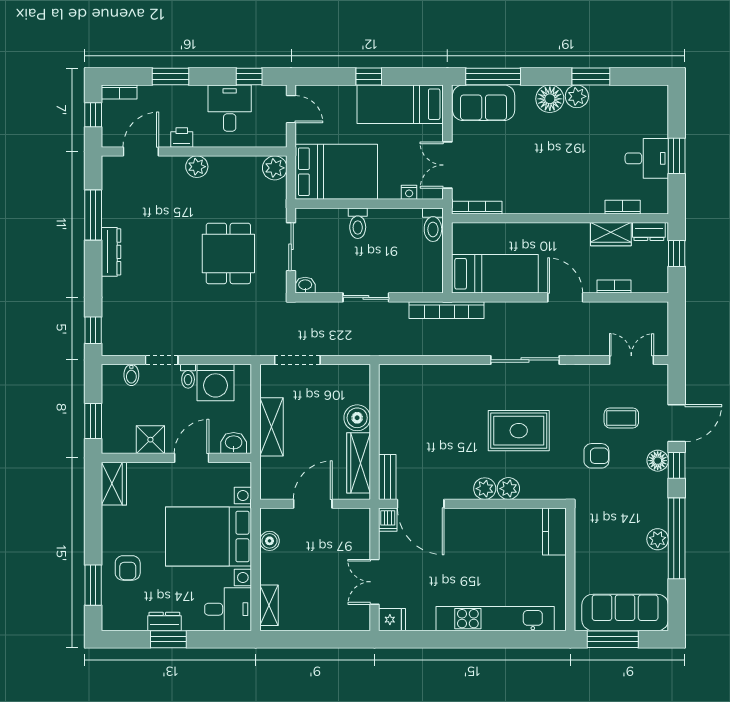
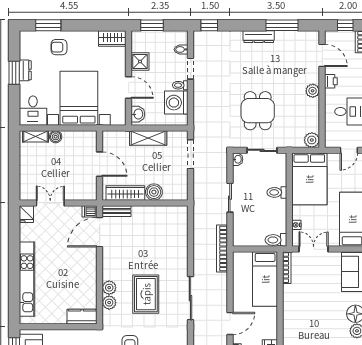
dining table: (228, 253) -> (258, 111), turned 90
bed: (495, 274) -> (265, 279), moved
plant: (485, 489) -> (109, 303), moved
boiler: (270, 541) -> (56, 137), moved

